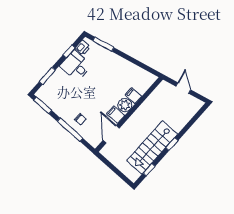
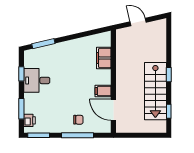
printer: (83, 48) -> (29, 120), moved
filing cabinet: (133, 96) -> (104, 58), width x2.00
plant: (125, 105) -> (104, 77), removed

